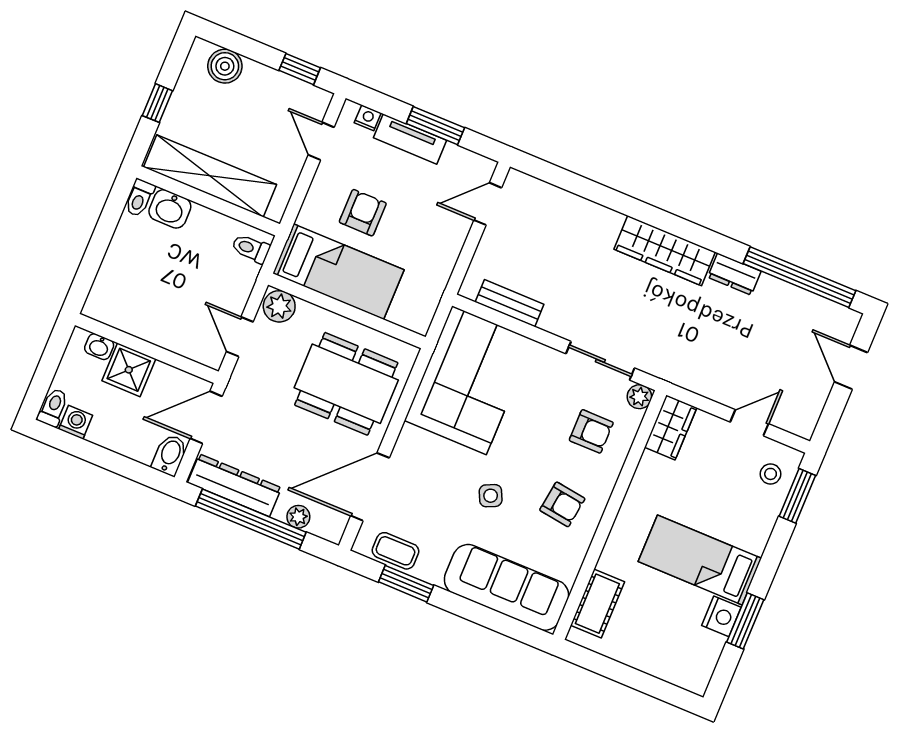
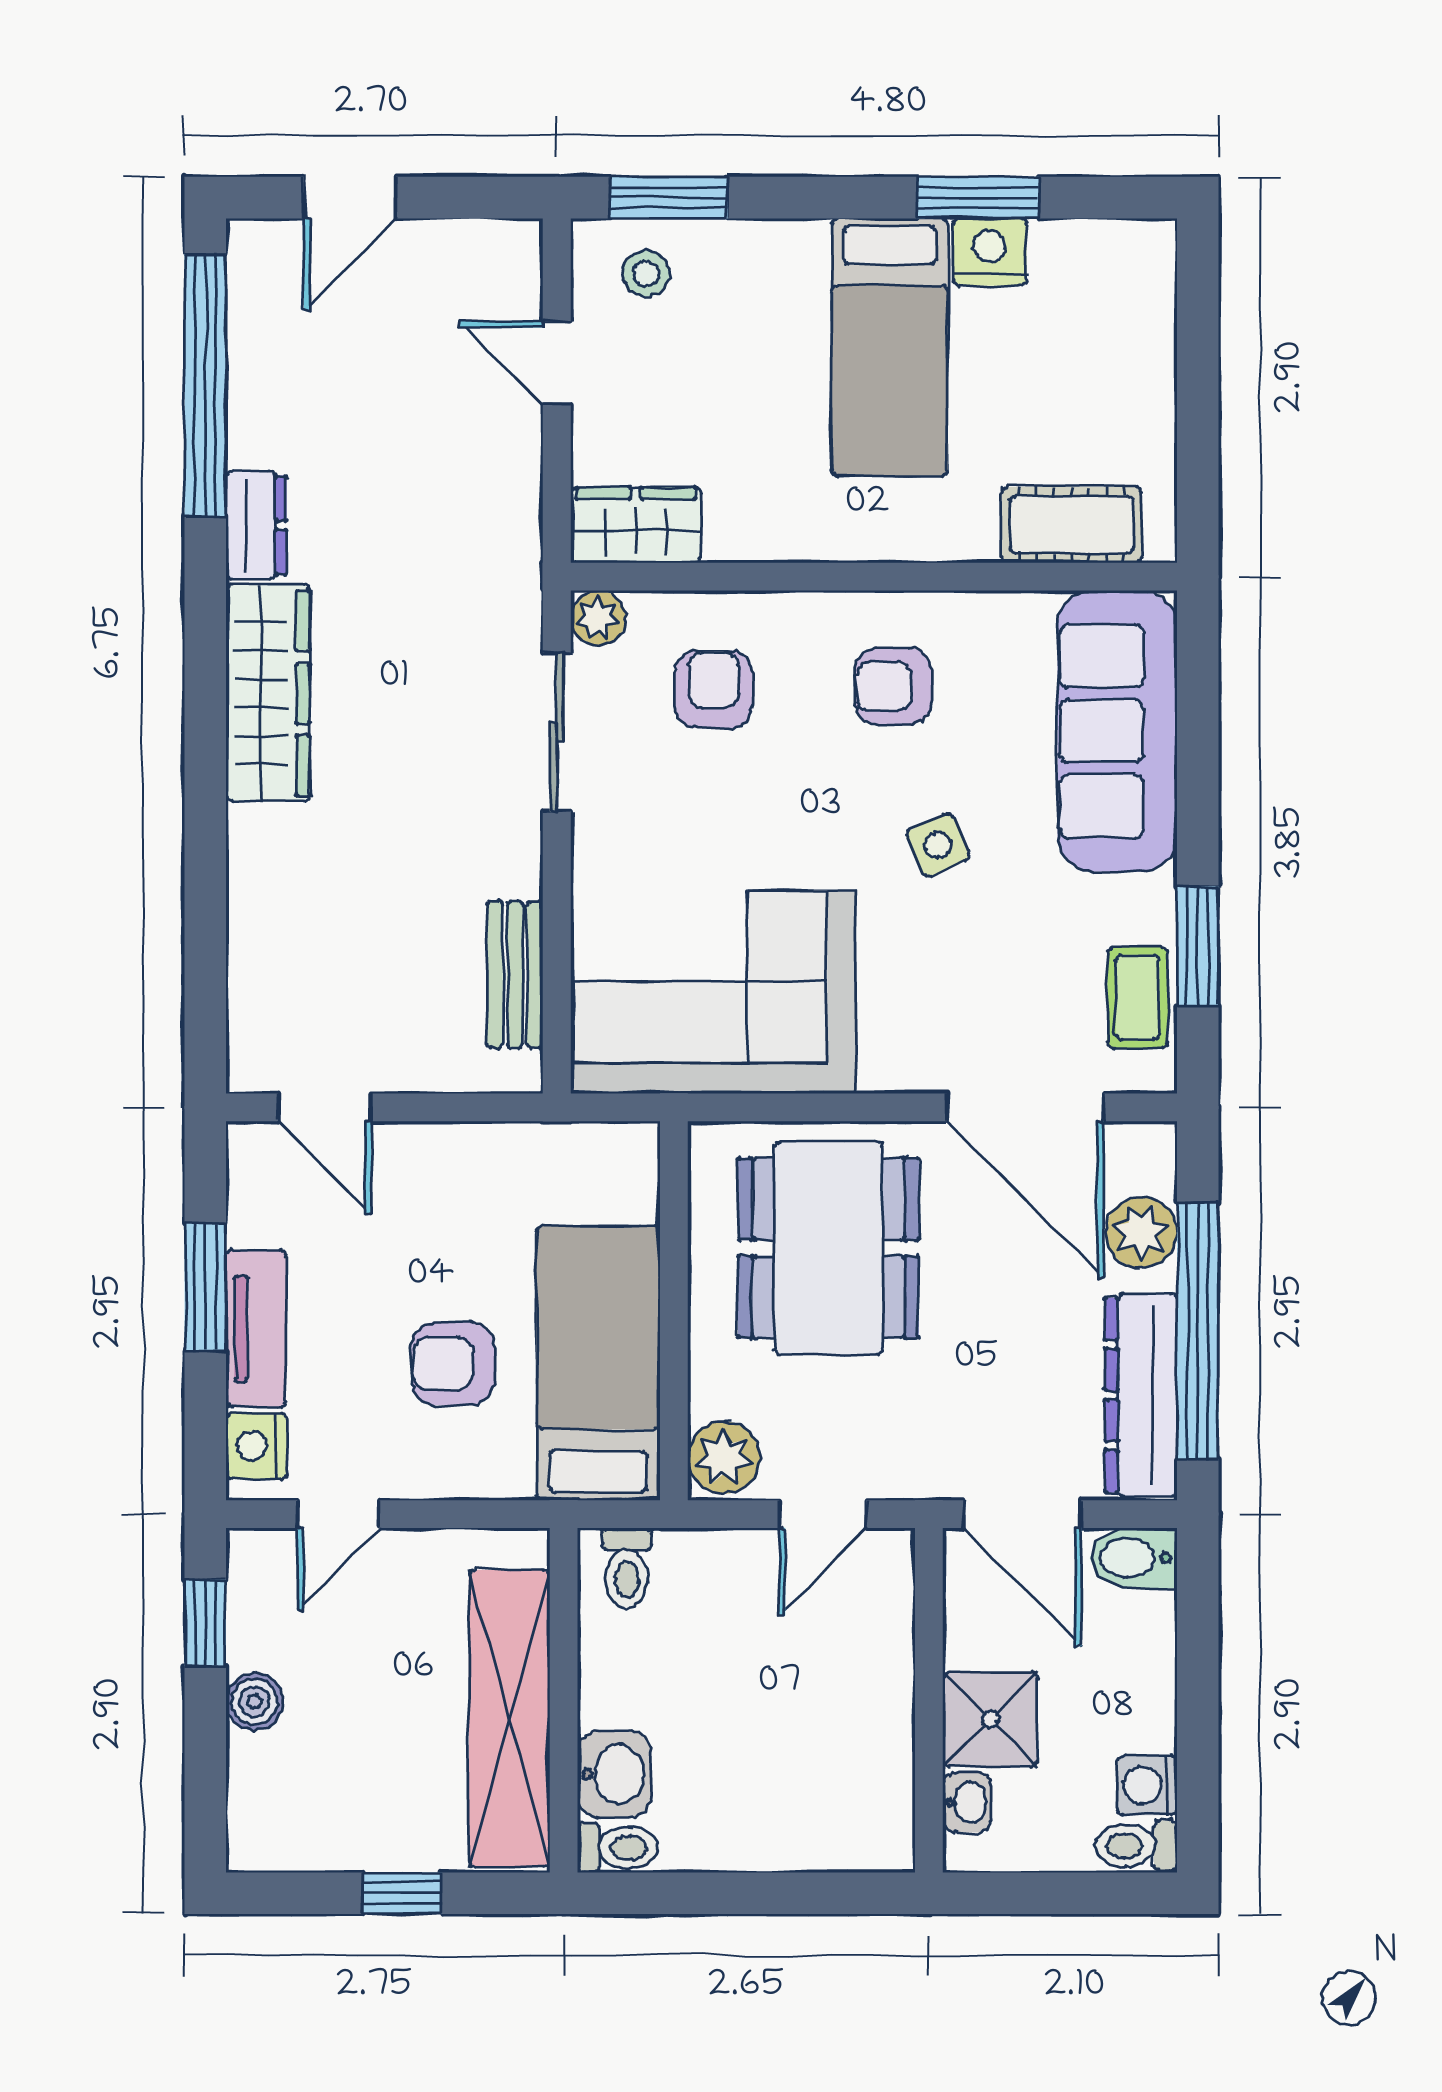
boiler: (225, 66) -> (254, 1702), moved, width x0.73, depth x0.73
nightstand: (368, 118) -> (256, 1446), width x1.39, depth x1.35
armchair: (562, 504) -> (893, 686), turned -98
plant: (298, 517) -> (1141, 1232), width x1.38, depth x1.38

